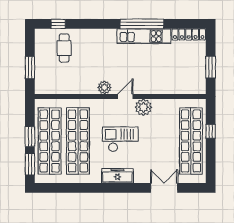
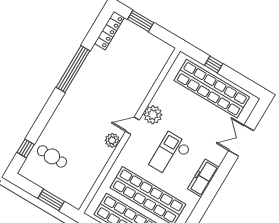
kitchen unit: (144, 36) -> (86, 74), removed
window: (211, 67) -> (141, 21), moved
door: (125, 96) -> (132, 126), hinge flipped

